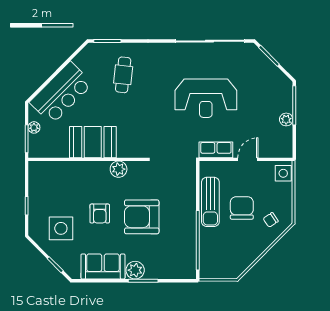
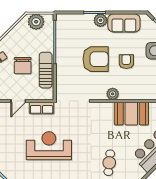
plant: (223, 268) -> (36, 22), added

